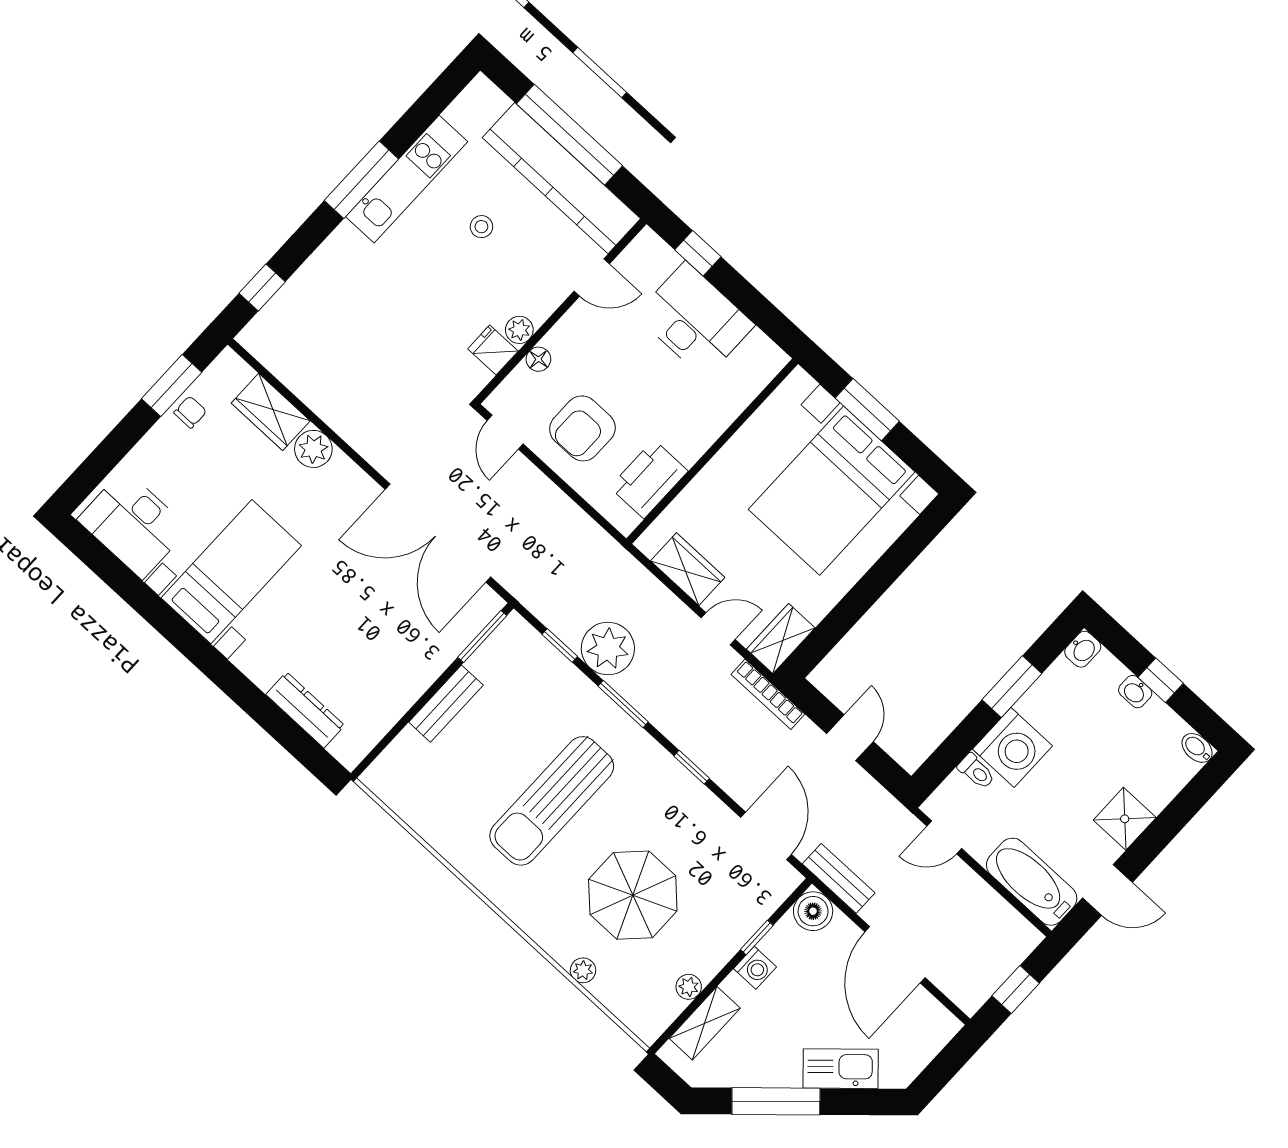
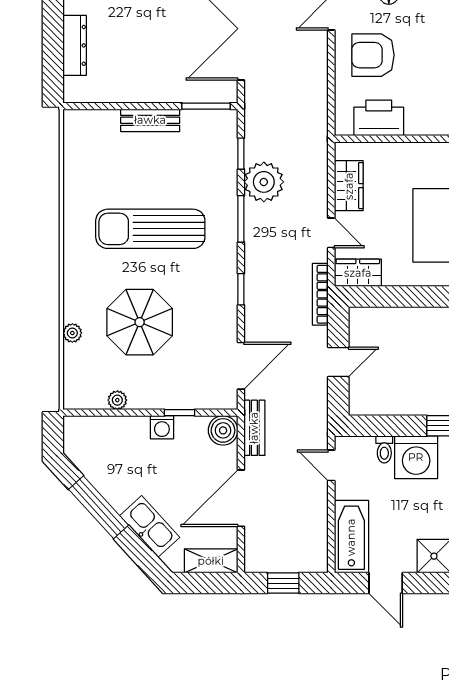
shelving: (705, 1023) -> (211, 561), moved

